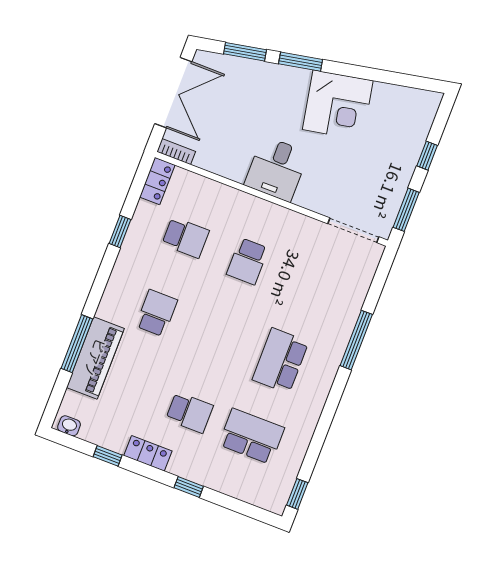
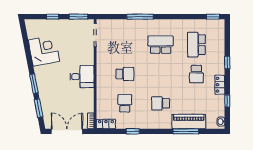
corner desk: (338, 105) -> (44, 51), moved
school desk: (280, 361) -> (161, 45), turned 180
school desk: (189, 412) -> (196, 74), turned 180

